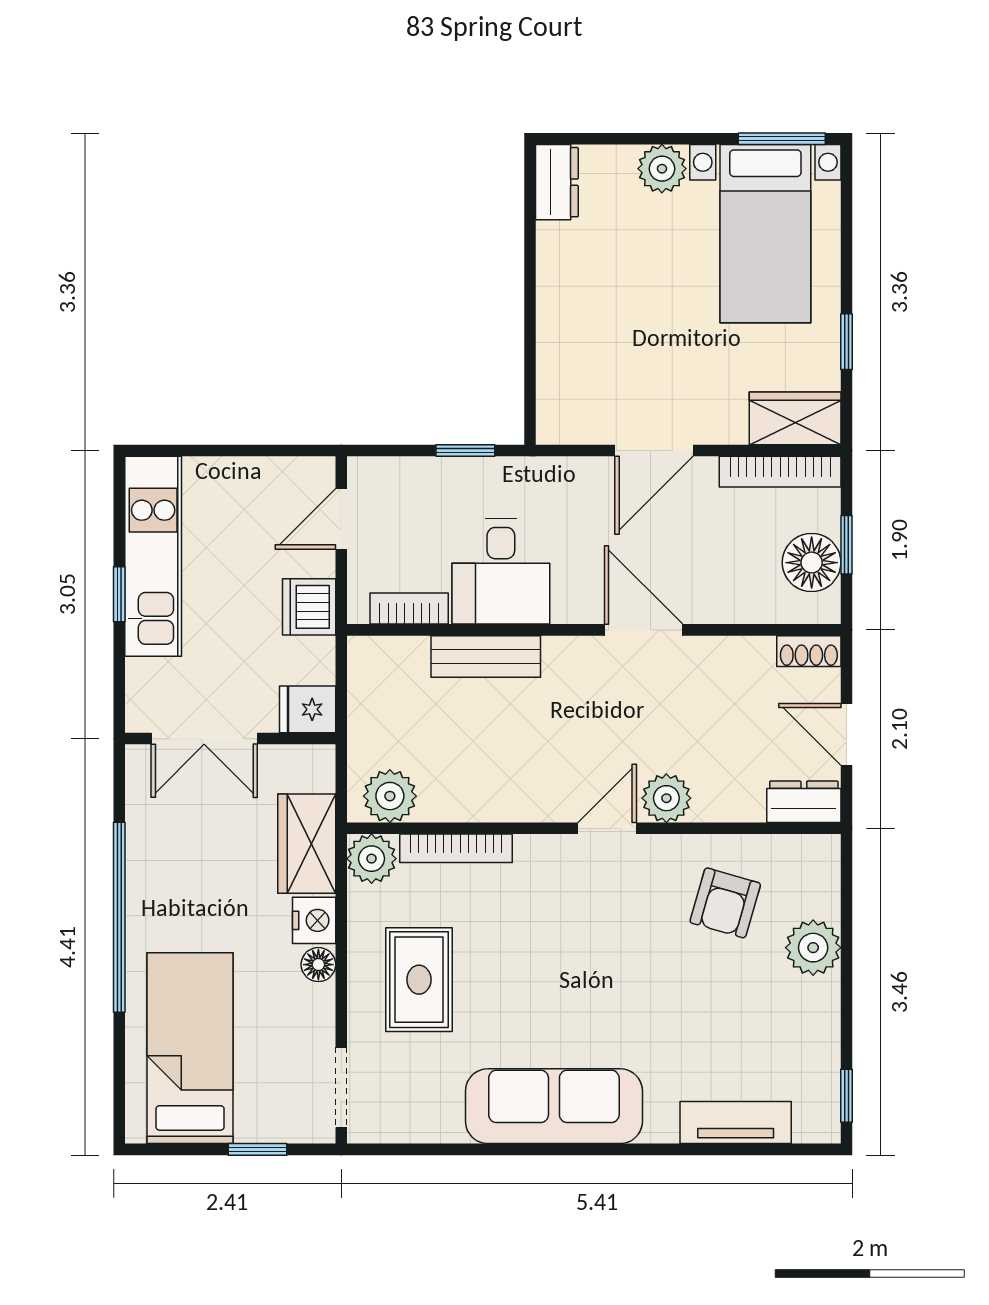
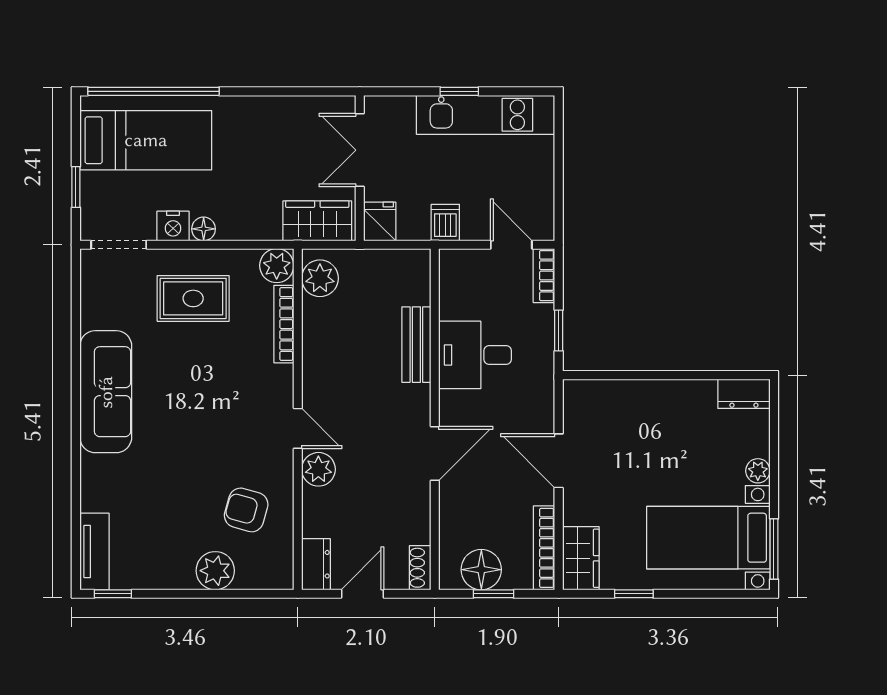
plant: (662, 169) -> (758, 471), width x0.73, depth x0.73
dishwasher: (309, 607) -> (445, 223), width x0.73
bookcase: (409, 609) -> (544, 276), moved, turned 180
wardrobe: (307, 844) -> (317, 221), moved
window: (119, 917) -> (154, 91), moved
nightstand: (314, 920) -> (173, 226), moved
tv unit: (736, 1123) -> (94, 552), moved

